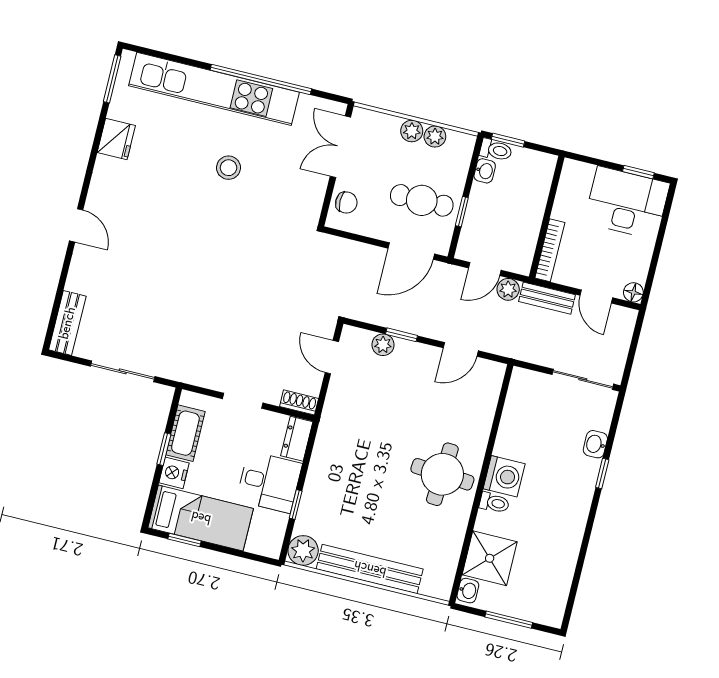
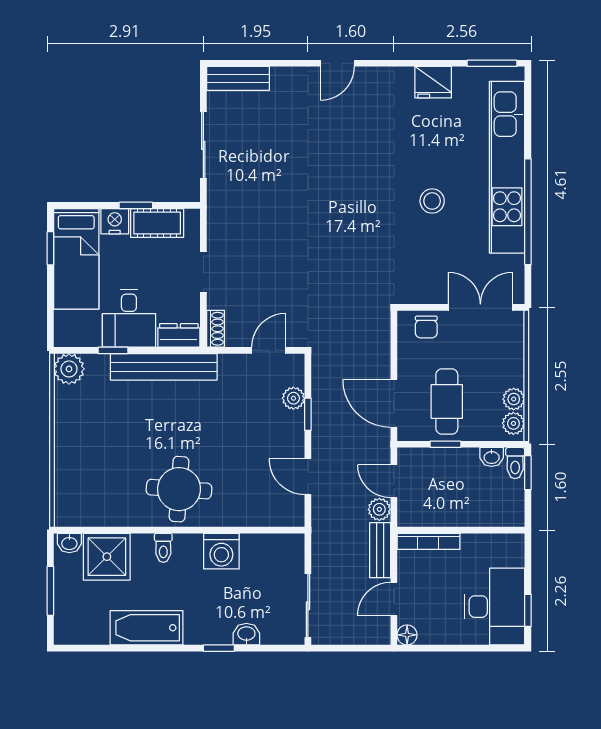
plant: (412, 131) -> (513, 423), moved
washing machine: (504, 476) -> (221, 551), moved
bathtub: (566, 537) -> (147, 628), added
bench: (370, 569) -> (164, 367), moved, turned 90

